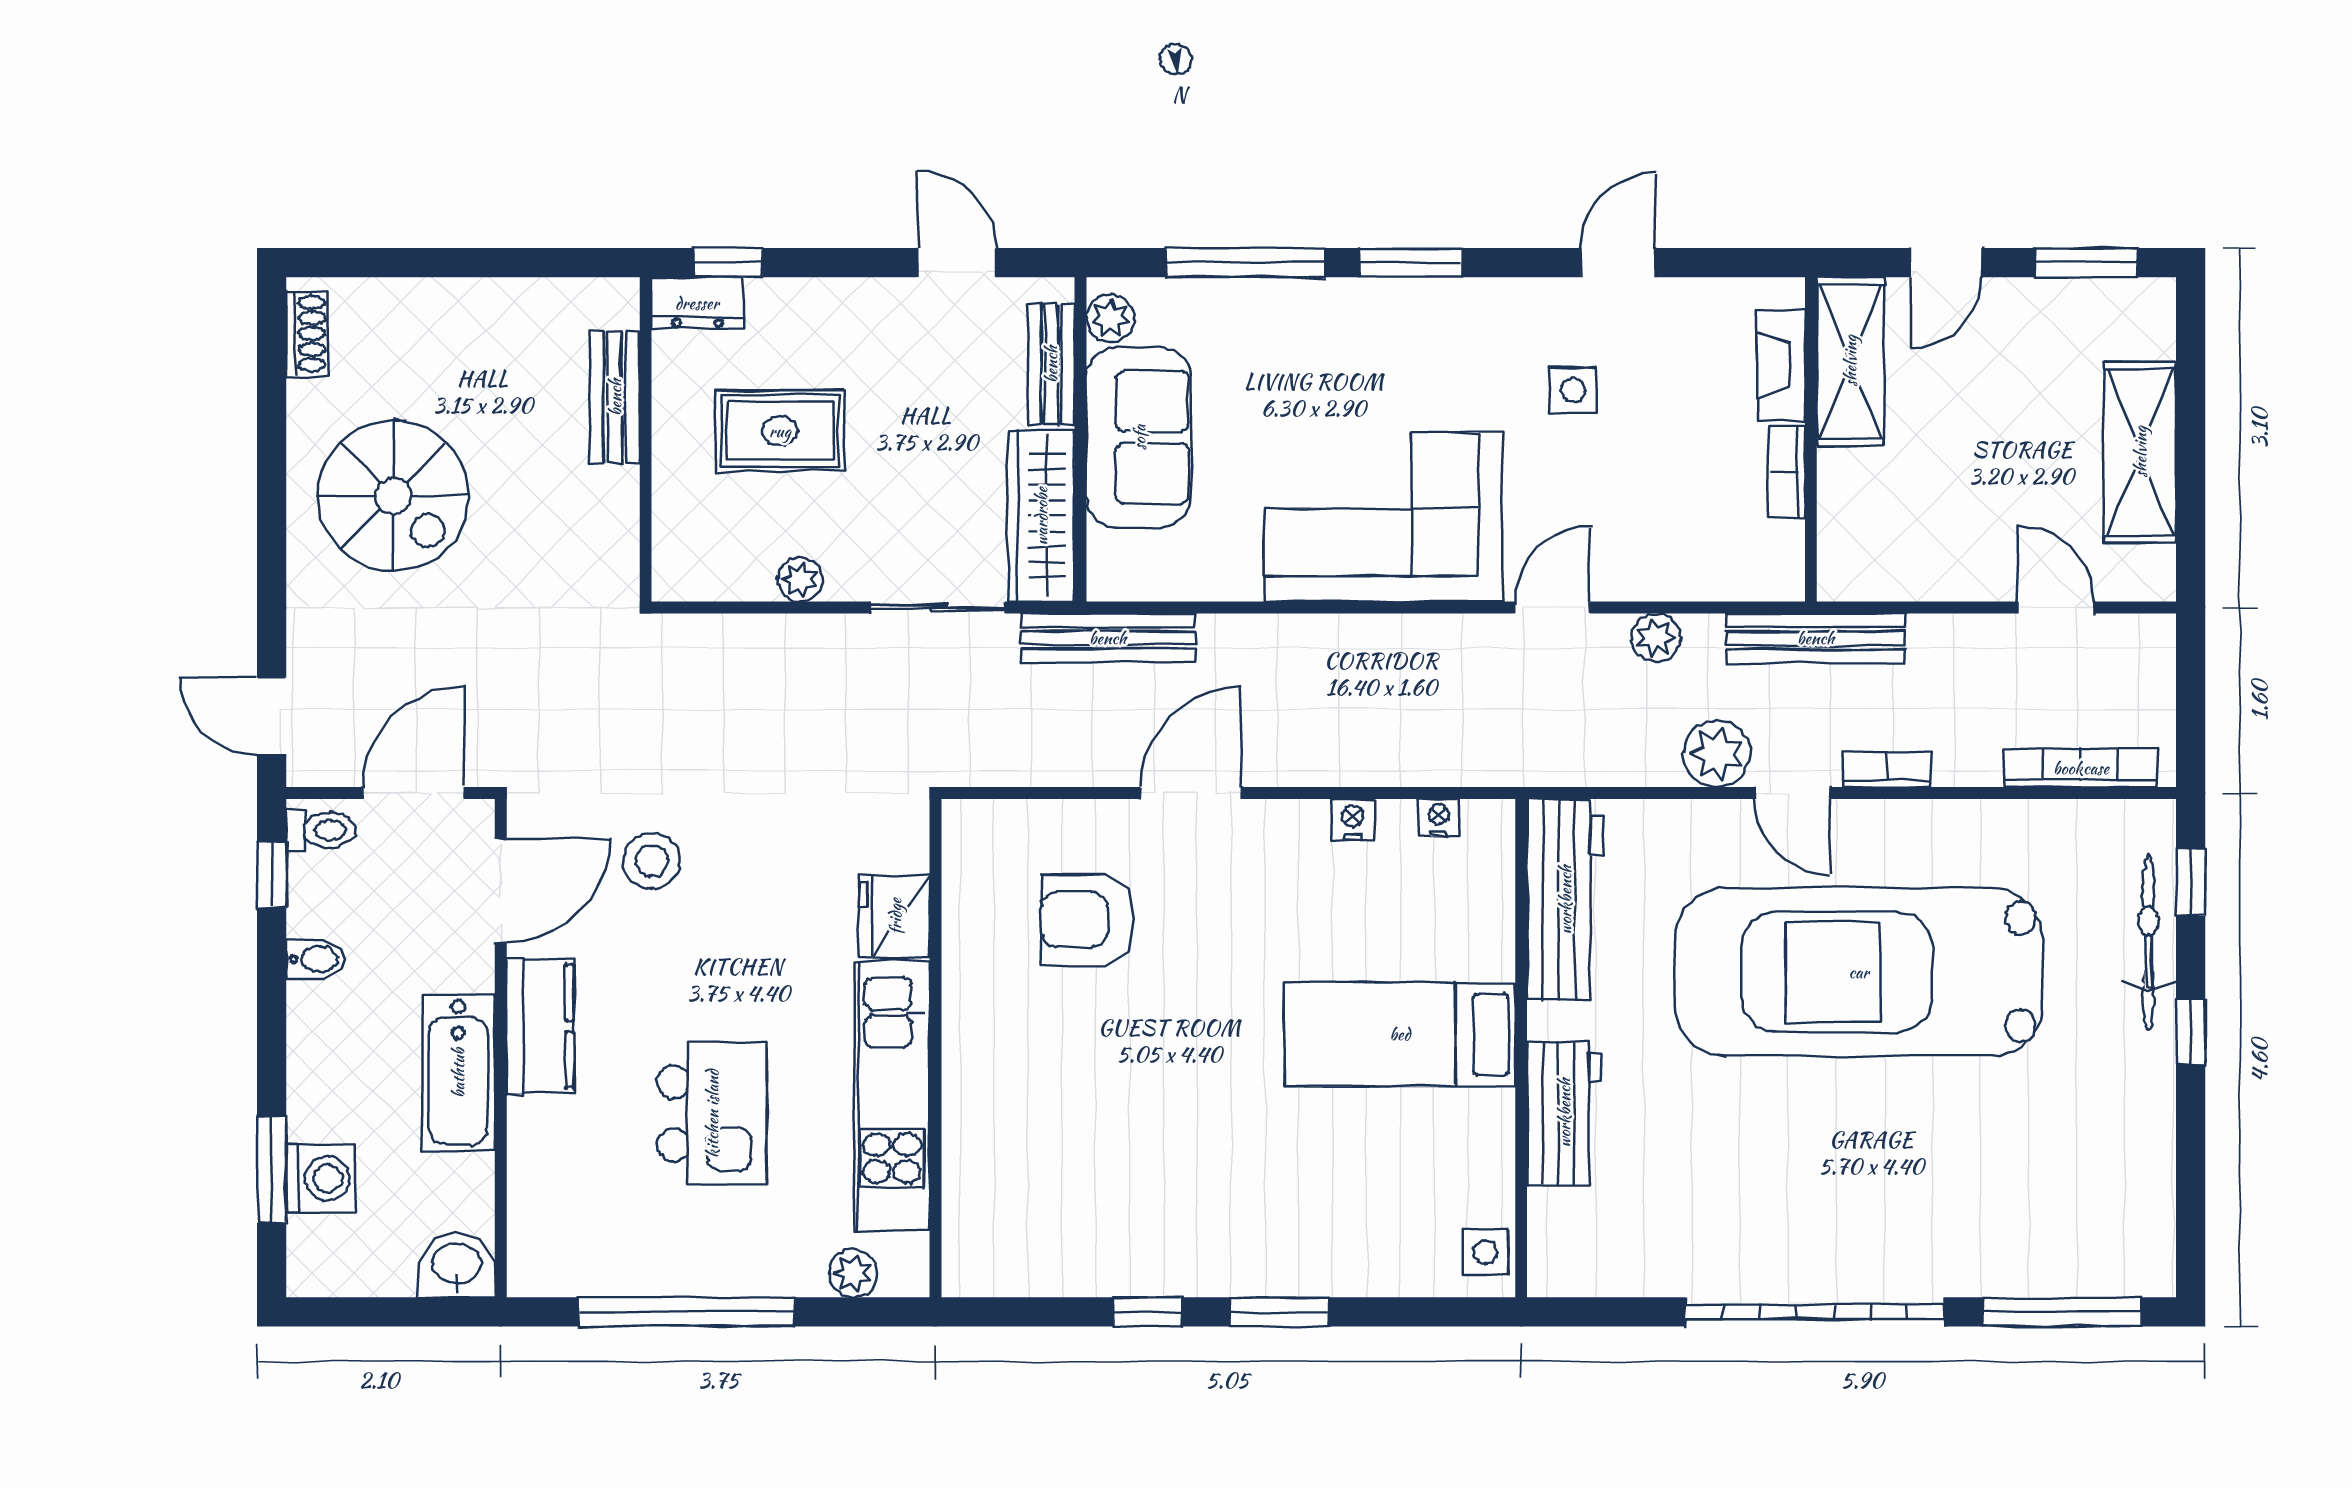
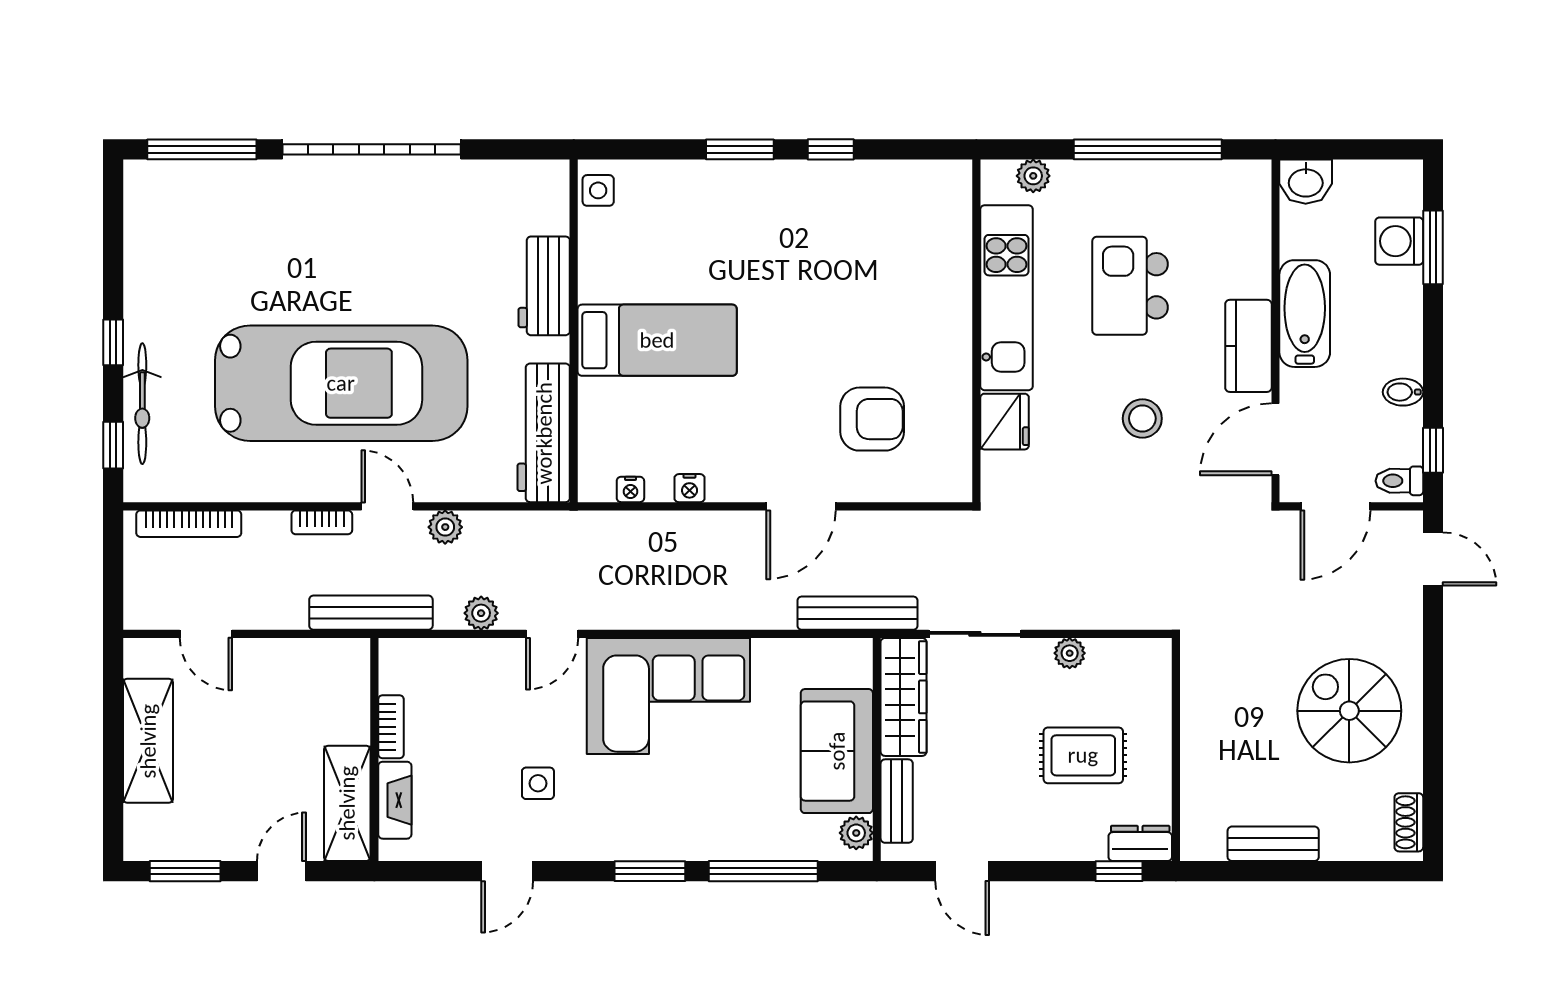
bench: (615, 397) -> (1273, 844), moved, turned 90
plant: (1717, 754) -> (445, 527), width x0.73, depth x0.73
stool: (652, 861) -> (1142, 418), moved

